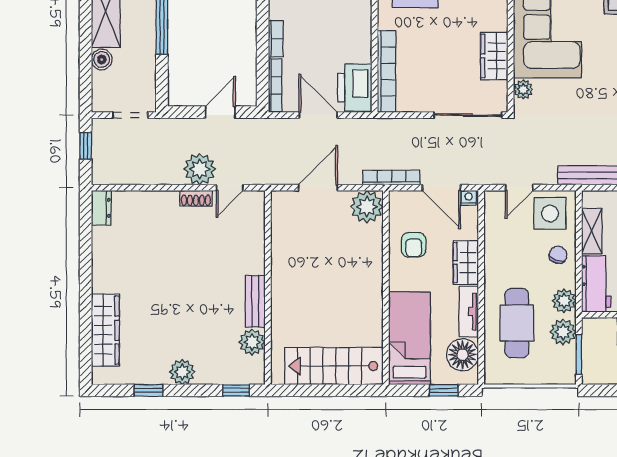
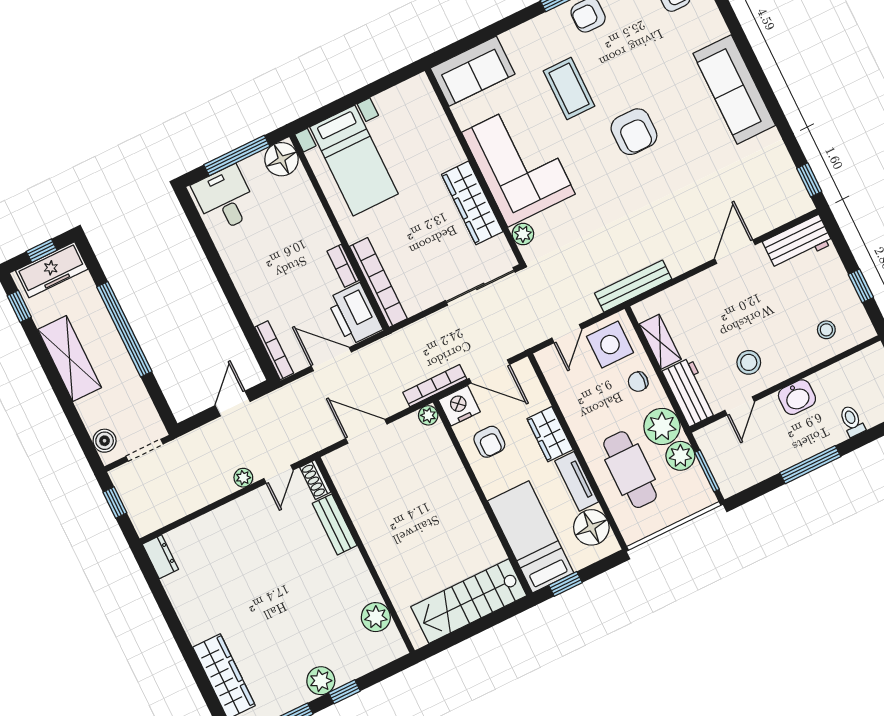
bookcase: (276, 39) -> (343, 266), moved, turned 180
wardrobe: (494, 56) -> (472, 203), width x1.50
boiler: (102, 59) -> (105, 441), moved
plant: (200, 169) -> (243, 478), width x0.53, depth x0.53
door: (318, 188) -> (366, 431), hinge flipped
shoe rack: (196, 198) -> (315, 480), moved, turned 90
nightstand: (469, 198) -> (459, 406), moved, width x1.89, depth x1.79
plant: (367, 207) -> (428, 415), width x0.53, depth x0.53
chair: (558, 255) -> (638, 382), turned -112
bench: (255, 301) -> (335, 524), moved
plant: (564, 301) -> (662, 427), width x1.36, depth x1.36
window: (236, 390) -> (344, 692), moved
window: (444, 390) -> (566, 584), moved

